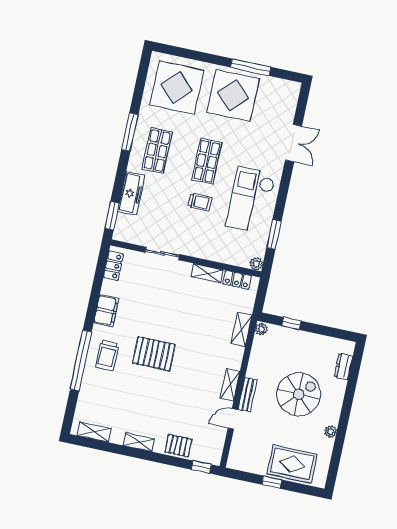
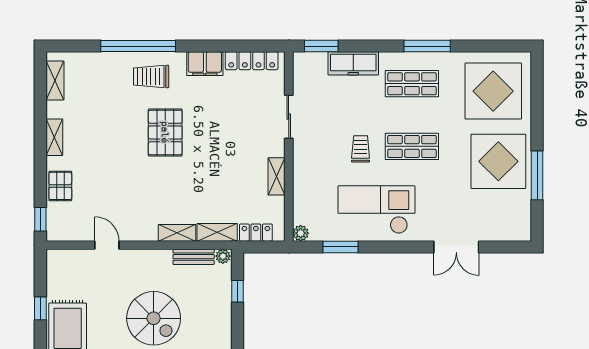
trolley: (200, 202) -> (361, 149), turned 180
locker: (113, 266) -> (252, 61), width x1.53
locker: (237, 280) -> (256, 233), moved, turned 90
shelving: (230, 385) -> (177, 233), moved
bench: (248, 395) -> (194, 257), moved

